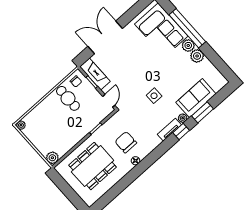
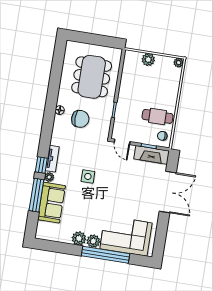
window: (202, 112) -> (36, 195), width x1.44
plant: (52, 158) -> (148, 60), moved

